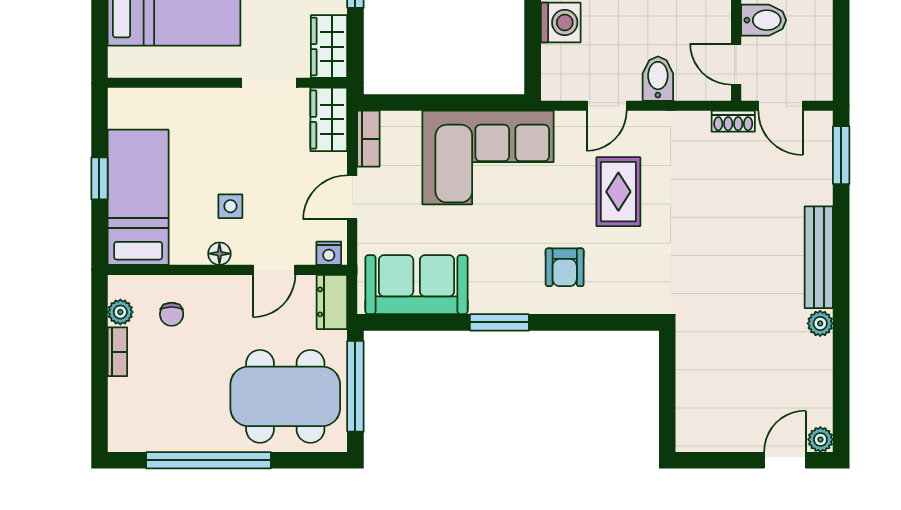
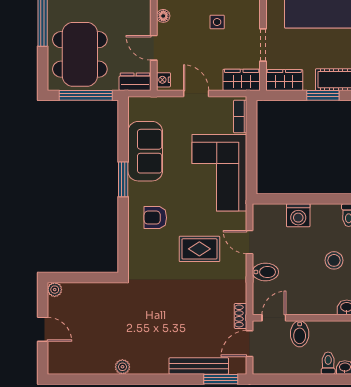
bookcase: (368, 139) -> (240, 117), moved, turned 90
side table: (230, 206) -> (217, 22), moved
bench: (819, 257) -> (199, 366), moved
sofa: (417, 285) -> (145, 151), moved
plant: (820, 439) -> (55, 290), moved
door: (785, 460) -> (43, 329), moved

